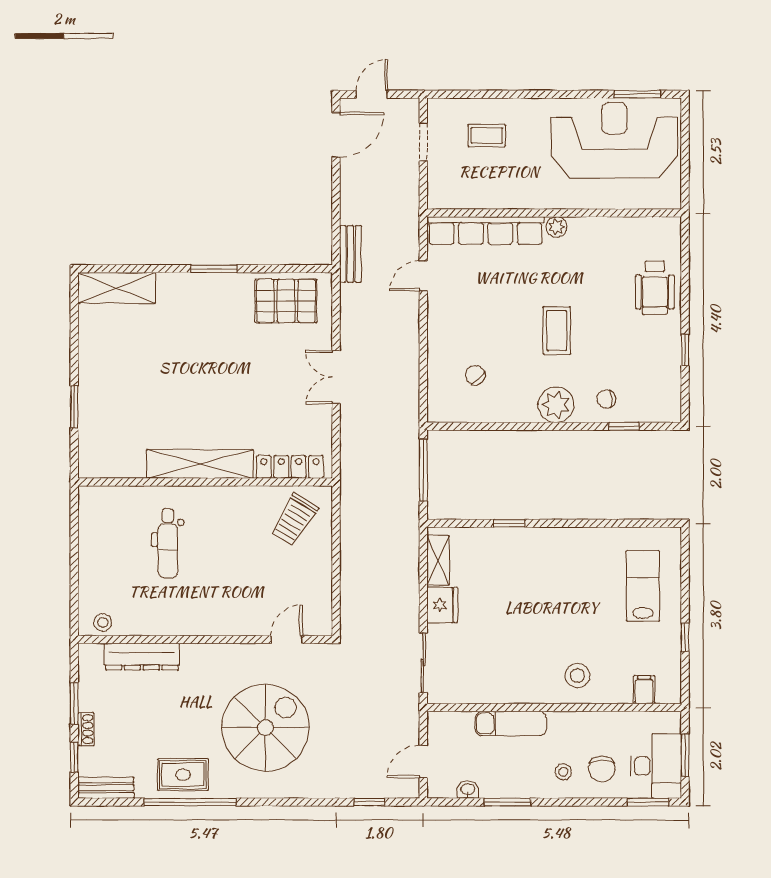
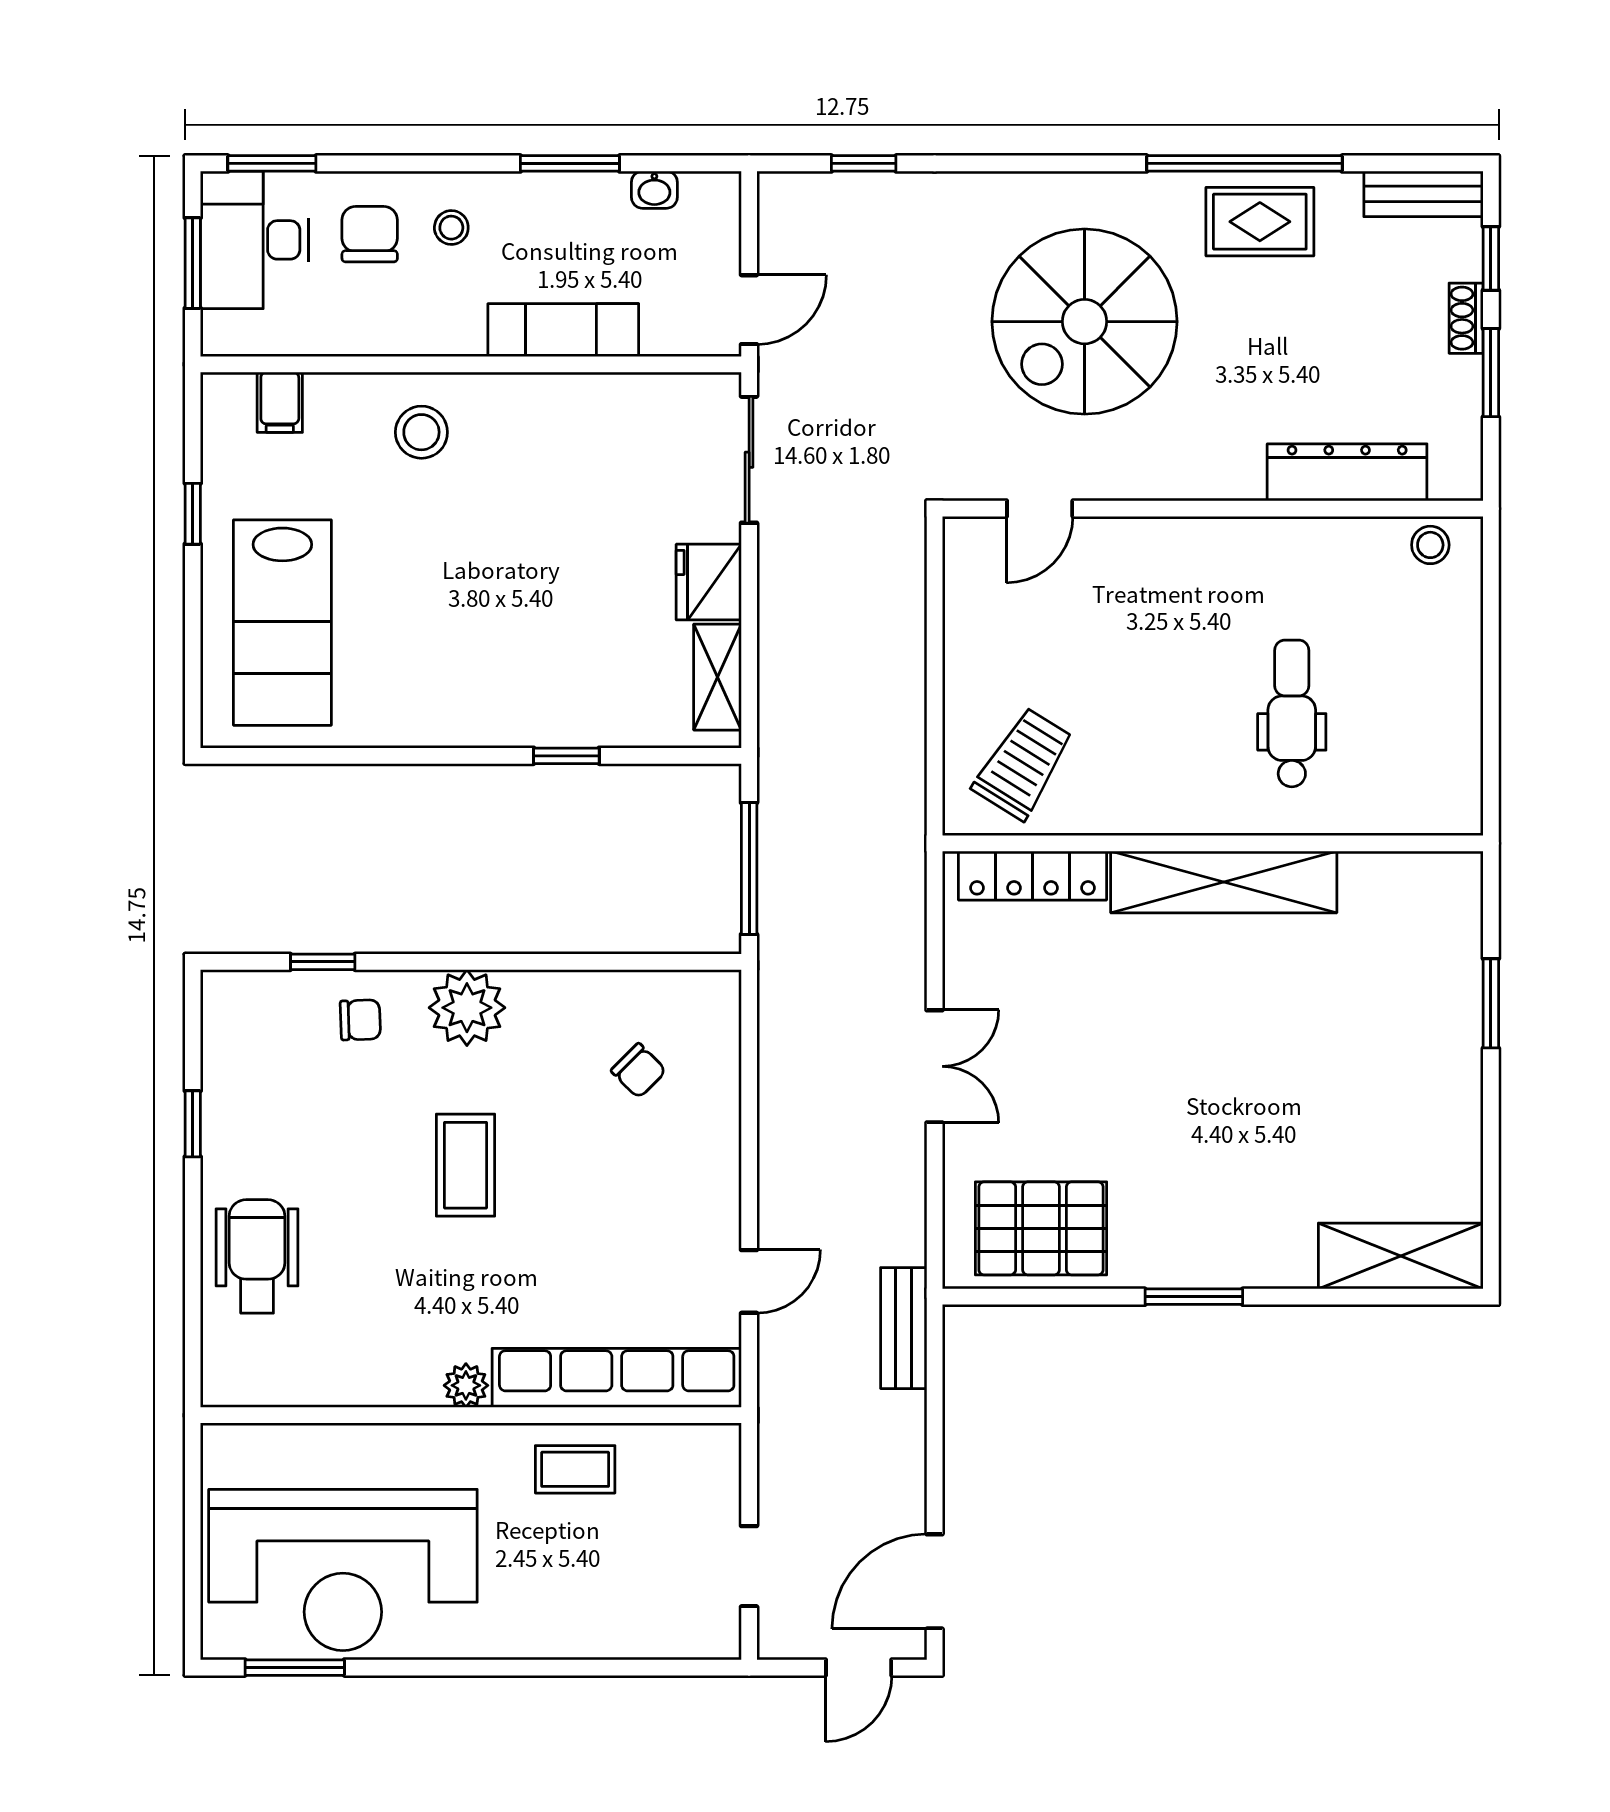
coffee table: (487, 136) -> (575, 1469), moved
lab bench: (643, 586) -> (282, 623), width x1.36, depth x1.39
door: (423, 761) -> (749, 310), moved

